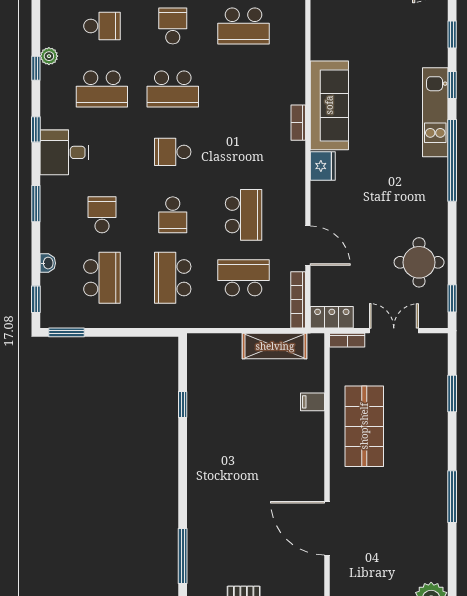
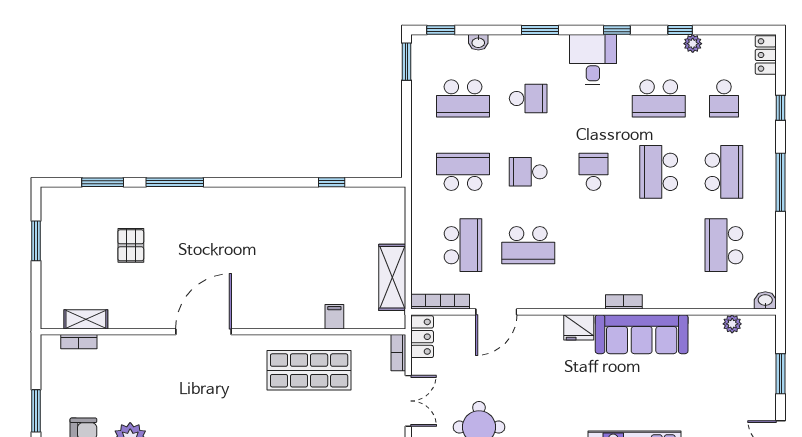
plant: (319, 18) -> (732, 324), added
school desk: (173, 26) -> (724, 172), width x1.85
school desk: (102, 89) -> (659, 98), turned -90

